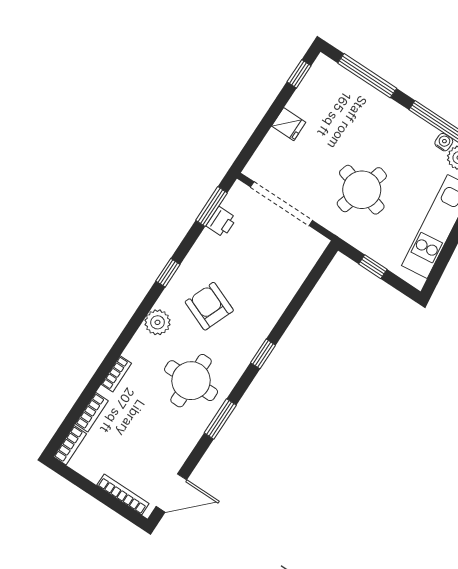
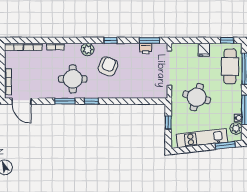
cafe table: (347, 98) -> (230, 66), added
window: (263, 354) -> (91, 101), moved

